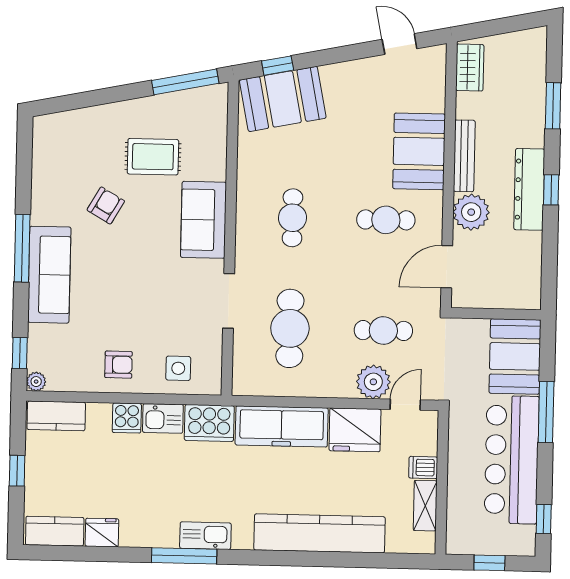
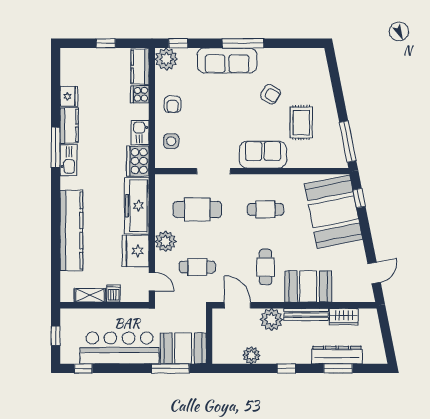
wardrobe: (470, 68) -> (344, 317), moved
booth: (283, 99) -> (334, 212), width x1.36, depth x1.42
dresser: (529, 189) -> (337, 355), moved
plant: (528, 246) -> (251, 355), added
cafe table: (383, 331) -> (197, 267), turned 90
plant: (36, 382) -> (166, 59), width x1.87, depth x1.87
plant: (373, 382) -> (166, 241), moved
window: (546, 412) -> (170, 368), moved
cooker: (127, 418) -> (140, 94), moved
kitchen counter: (55, 531) -> (69, 126), moved

